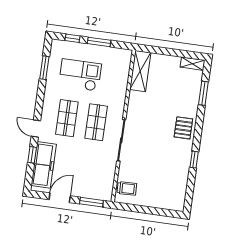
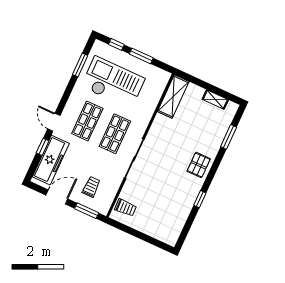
shelving: (193, 64) -> (215, 99), moved
checkout: (80, 75) -> (113, 83), width x1.36, depth x1.21
trolley: (89, 179) -> (91, 187), added

